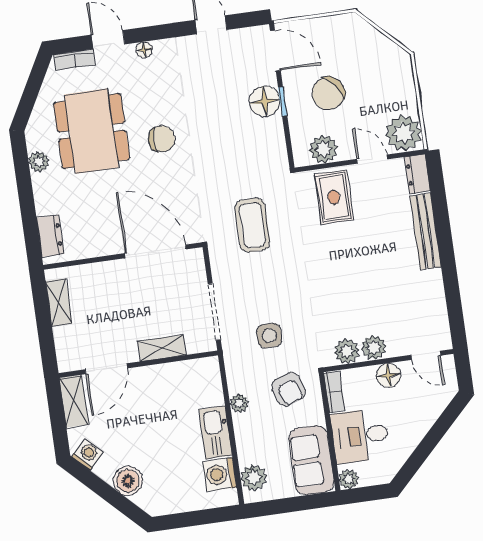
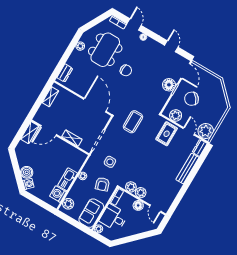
washing machine: (87, 454) -> (28, 184), moved

